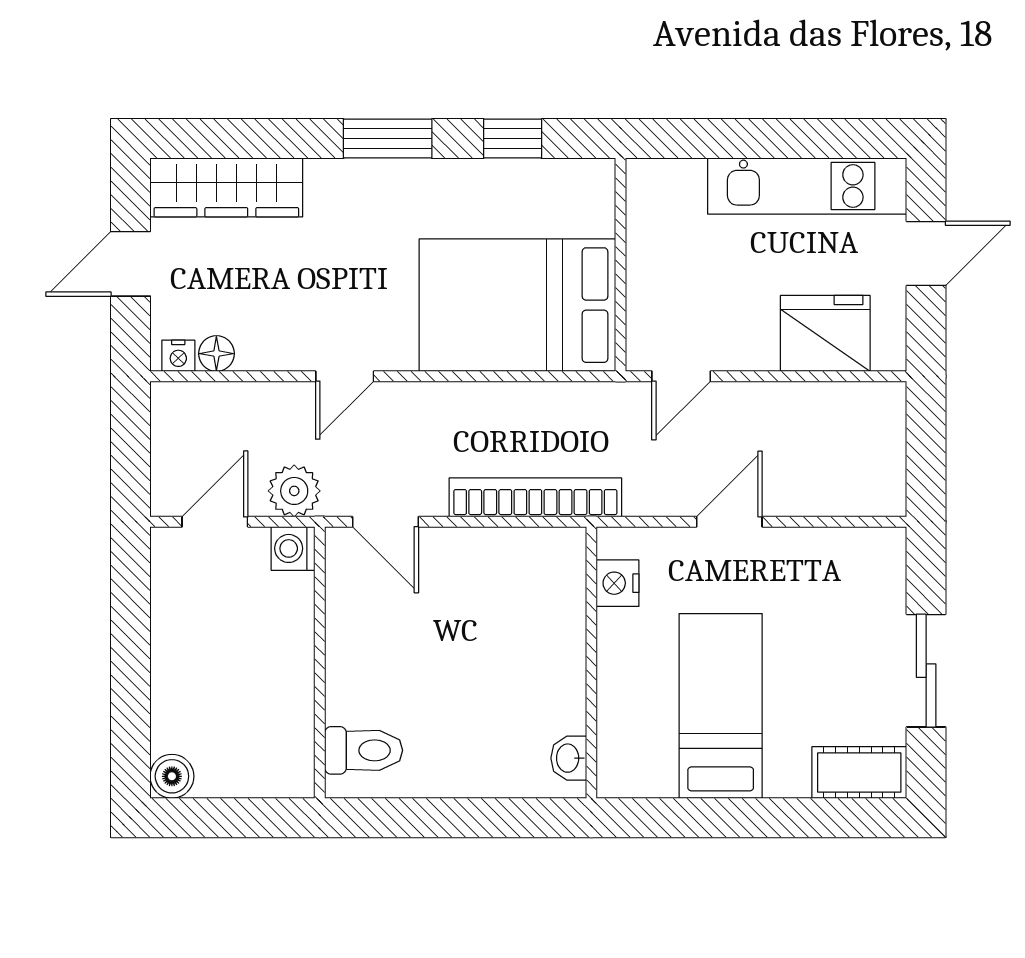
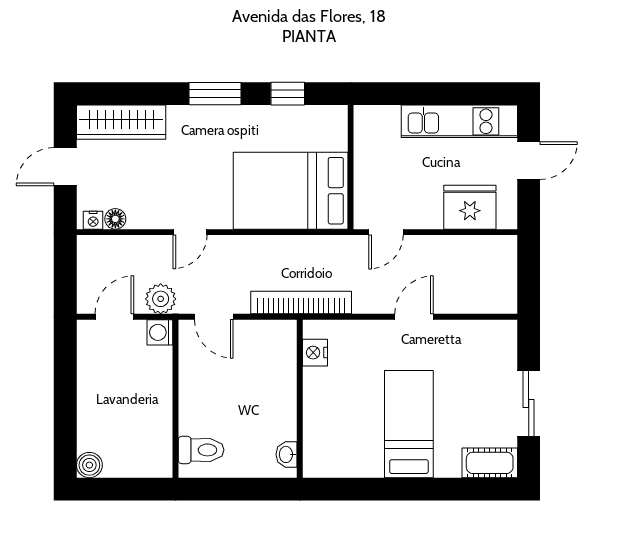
nightstand: (618, 583) -> (315, 353), moved
wall: (591, 662) -> (300, 399), moved
washbasin: (569, 758) -> (287, 454), moved

